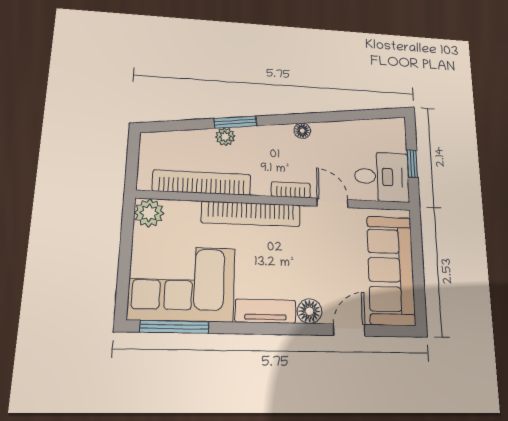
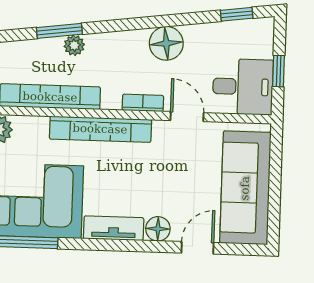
window: (372, 114) -> (237, 14), added
window: (235, 122) -> (59, 31), moved
floor lamp: (302, 131) -> (166, 43), width x1.89, depth x1.89

